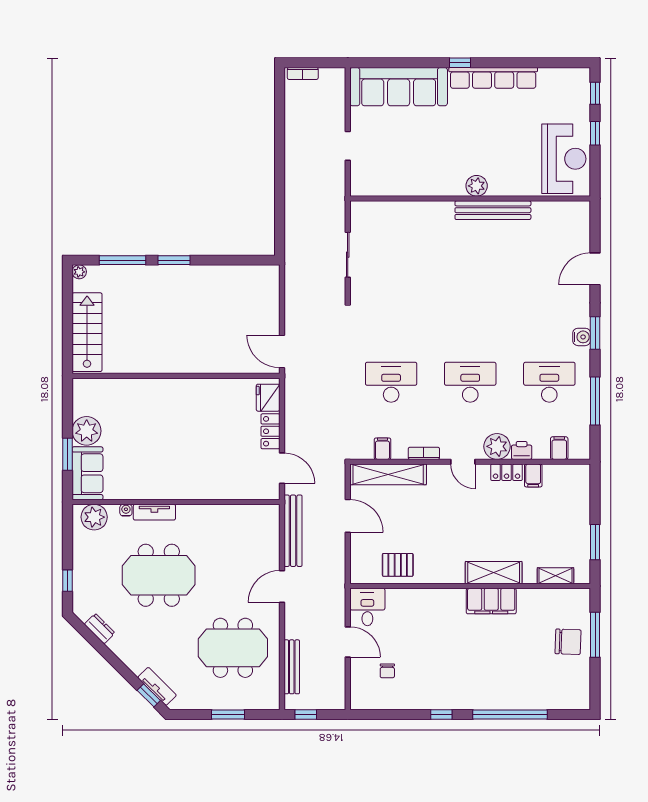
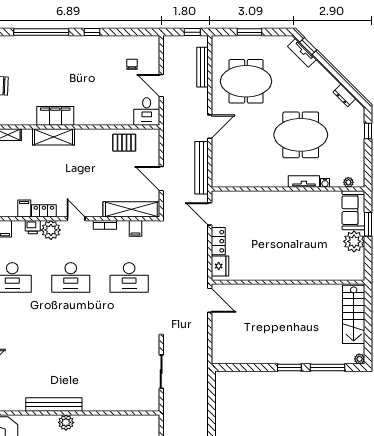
plant: (94, 517) -> (348, 182), width x0.53, depth x0.53

